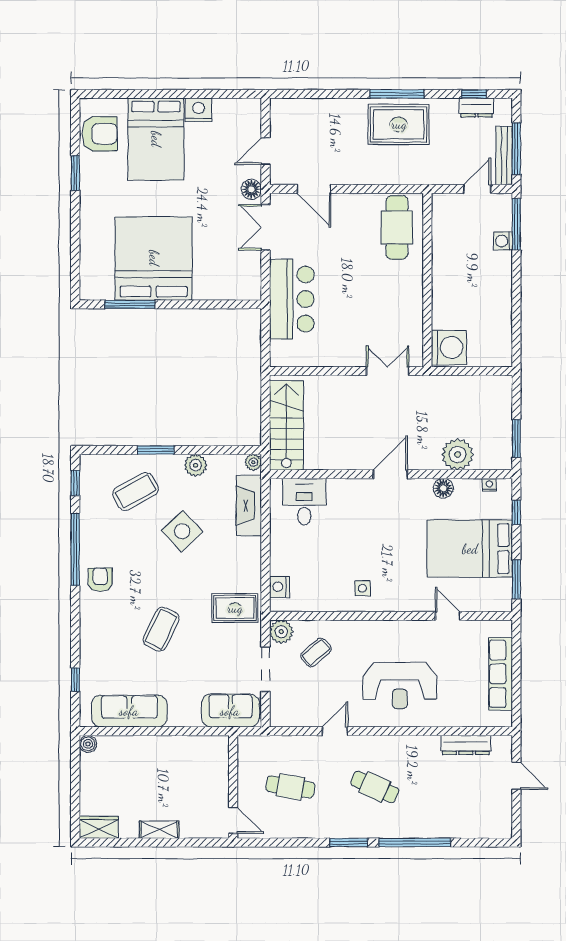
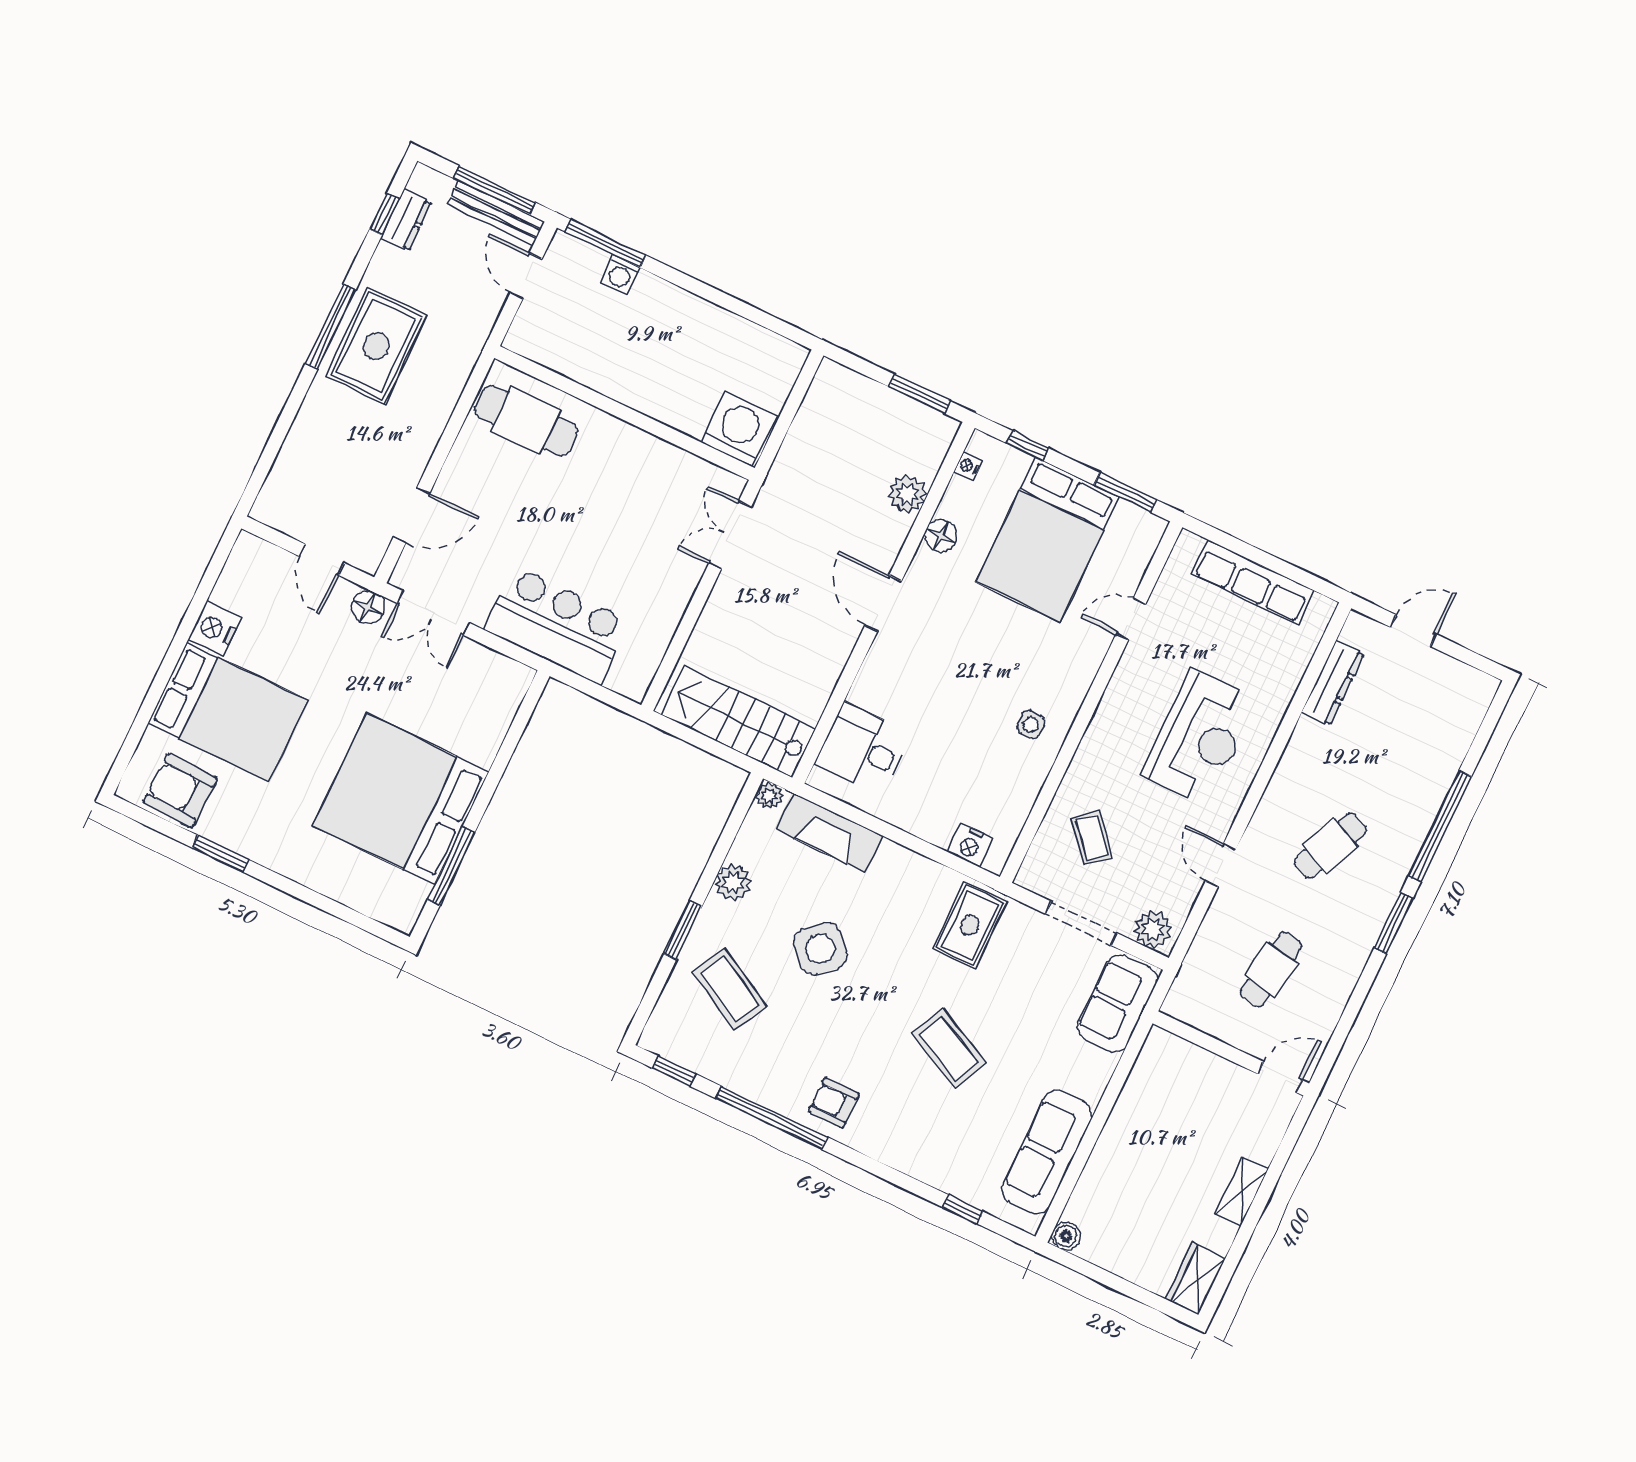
armchair: (100, 134) -> (180, 791), turned -88
plant: (458, 454) -> (907, 494), width x0.73, depth x0.73
coffee table: (136, 491) -> (729, 989), turned -32
plant: (281, 632) -> (1153, 929), moved

